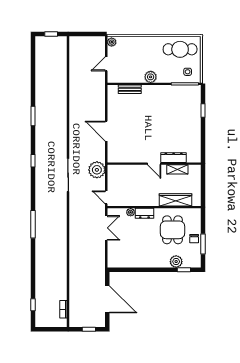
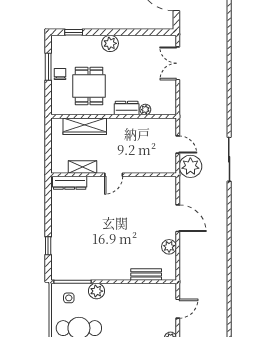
plant: (151, 77) -> (97, 291), moved
plant: (113, 110) -> (169, 247), added
dresser: (174, 158) -> (70, 183), moved
door: (154, 164) -> (114, 175), swing flipped
door: (106, 197) -> (178, 145), moved
double door: (106, 228) -> (178, 63), moved
plant: (176, 262) -> (110, 43), moved

